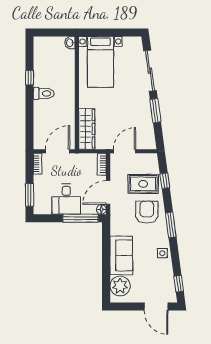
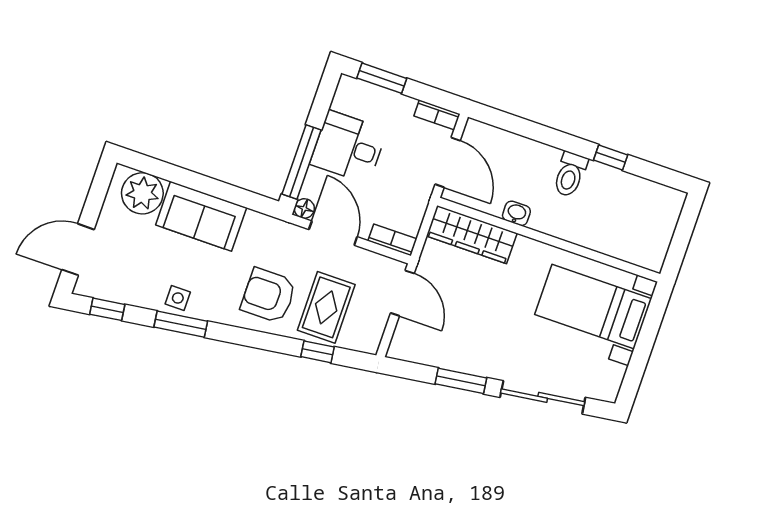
washbasin: (70, 43) -> (516, 213), moved
armchair: (147, 212) -> (268, 296), turned 180
window: (171, 225) -> (181, 324), moved

